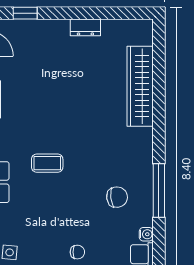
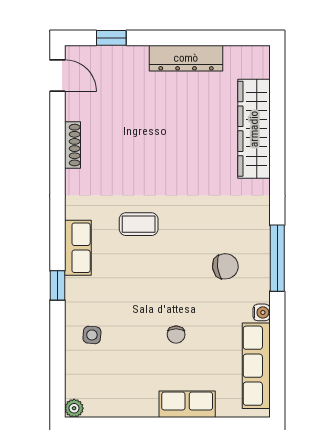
dresser: (85, 27) -> (186, 58), width x1.96, depth x1.24
chair: (77, 252) -> (176, 335), turned 90

